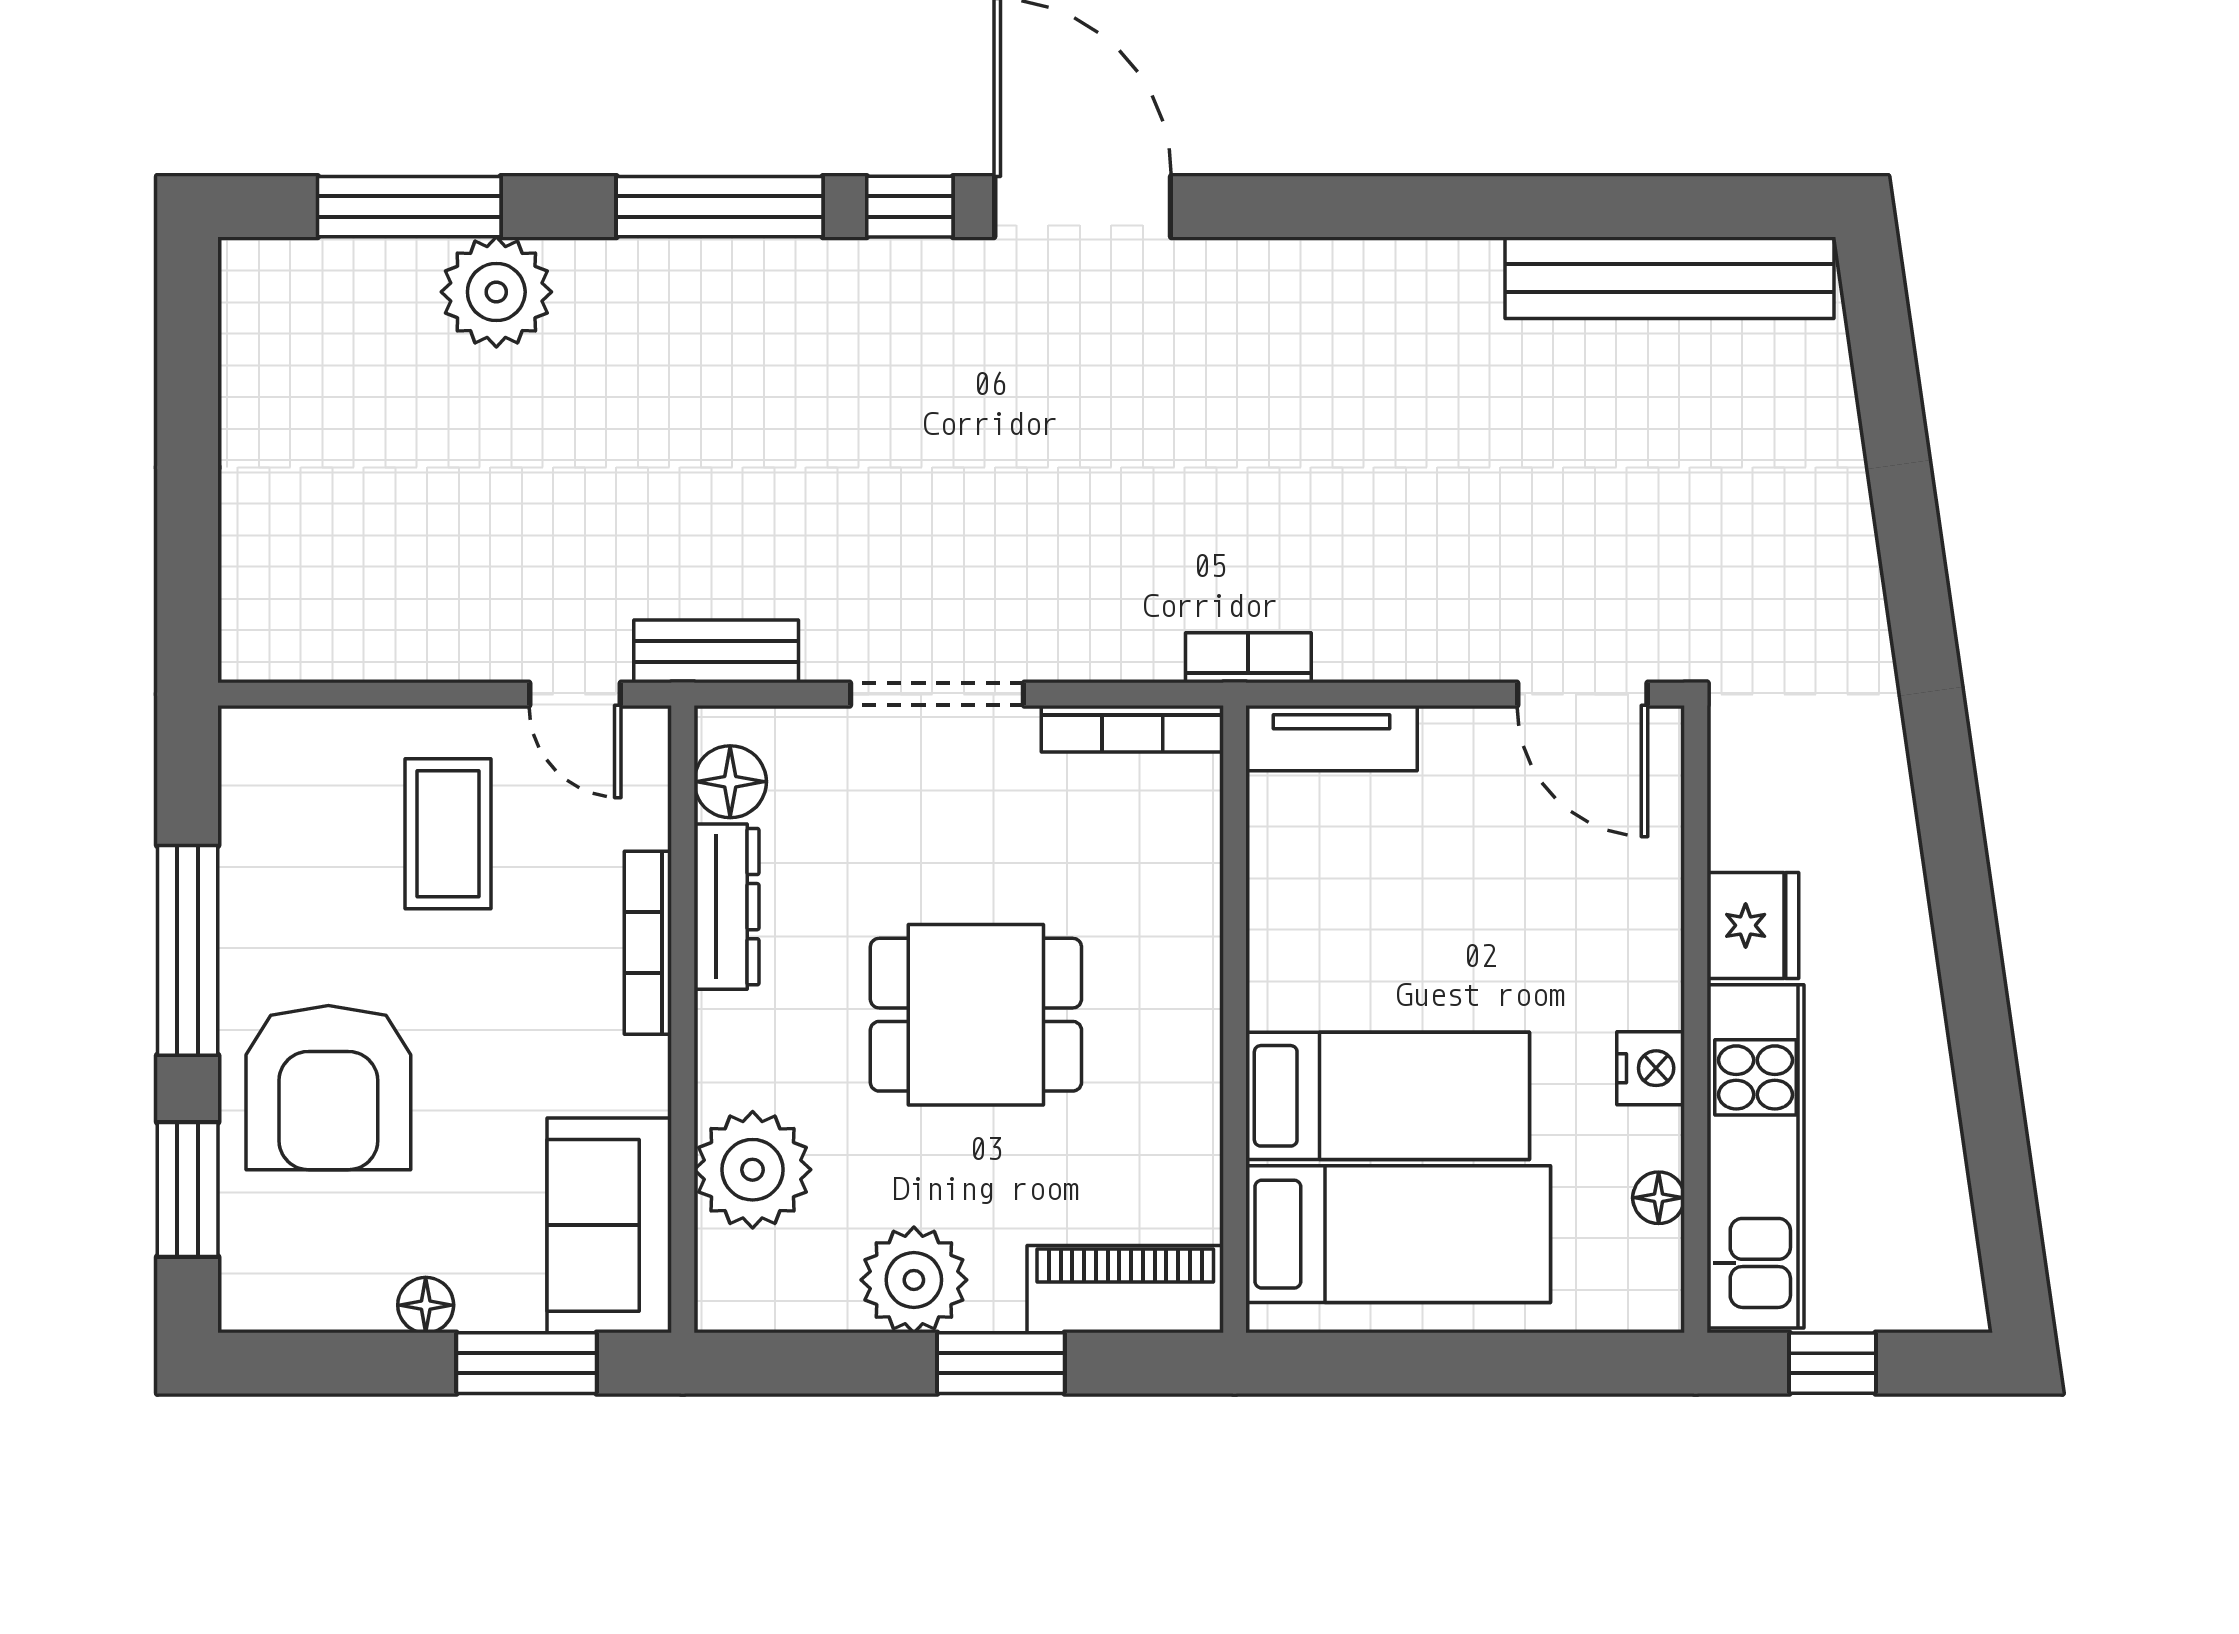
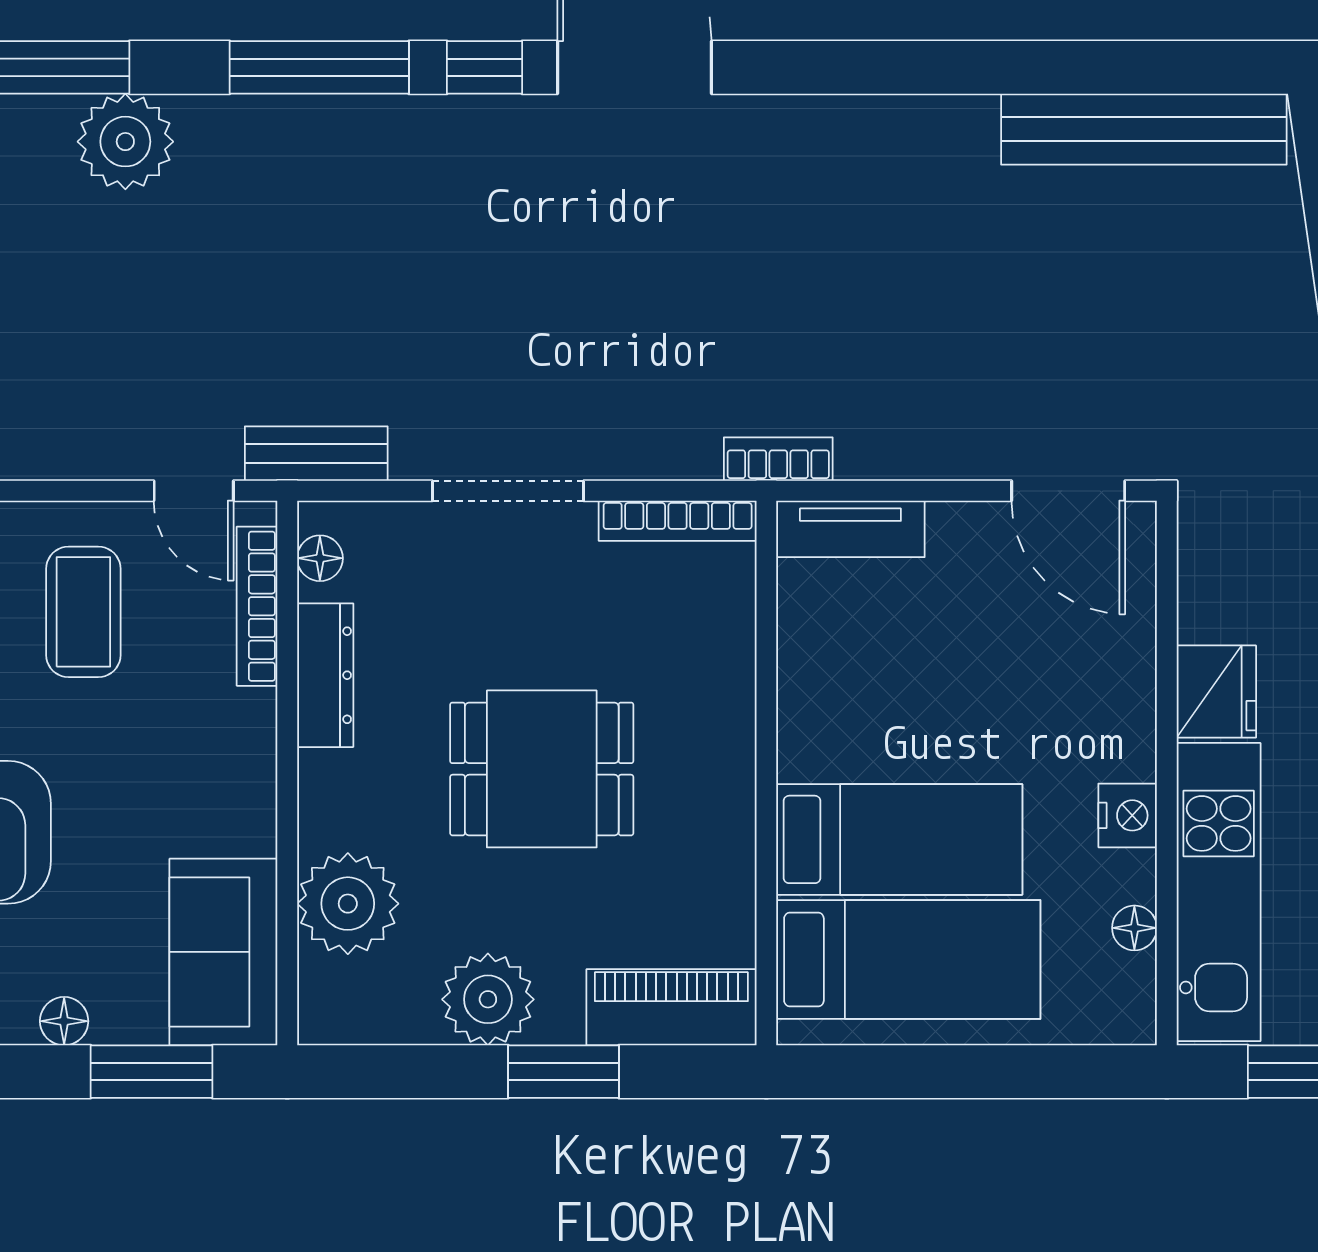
floor lamp: (730, 782) -> (320, 558), width x0.73, depth x0.73
bookcase: (648, 943) -> (257, 606), moved

